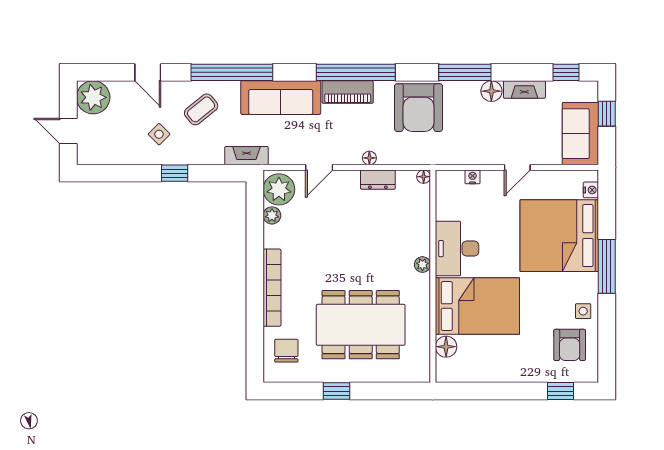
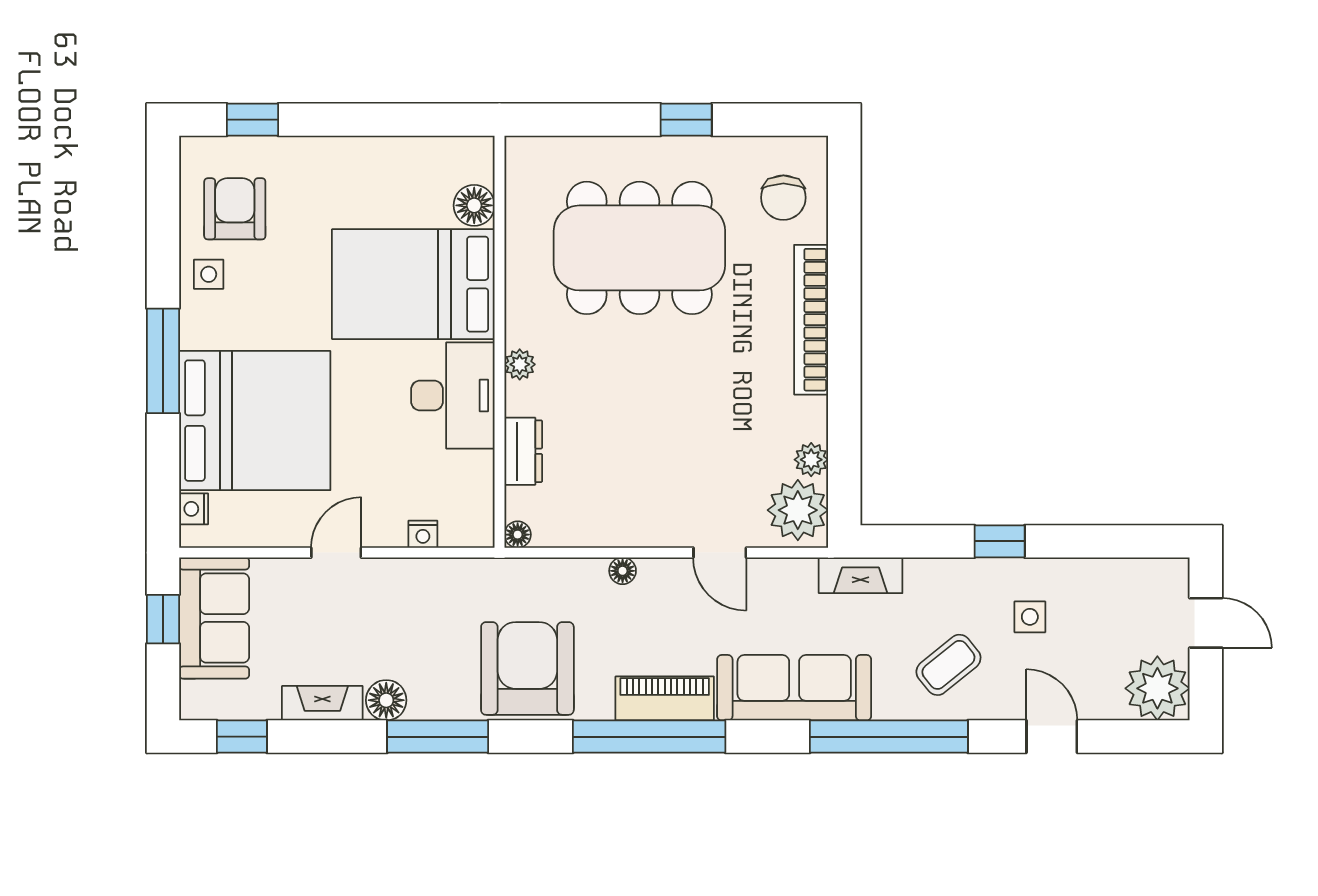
window: (607, 114) -> (163, 619), moved
side table: (159, 134) -> (1030, 617), turned 45
door: (319, 167) -> (720, 553), swing flipped
dresser: (378, 180) -> (523, 451), moved, turned 90

